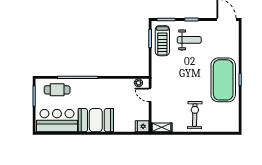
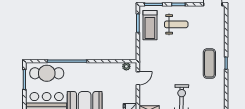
exercise mat: (223, 80) -> (209, 64), width x0.50, depth x0.69
cafe table: (57, 90) -> (47, 73), width x1.37, depth x1.35
door: (150, 95) -> (138, 78), swing flipped

